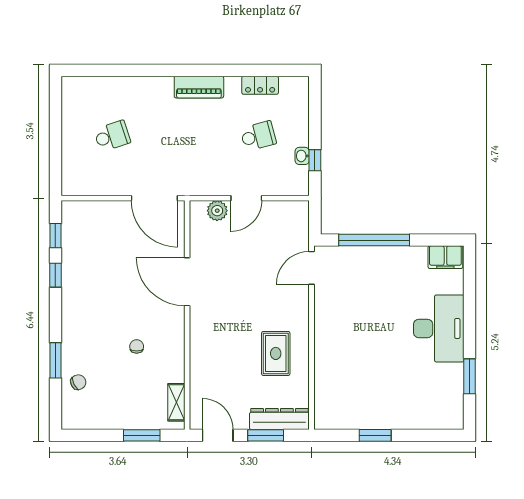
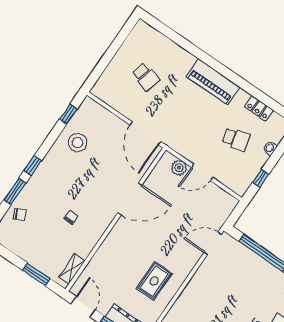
piano: (199, 87) -> (213, 82), width x1.37, depth x1.33
school desk: (112, 136) -> (146, 77), turned 33
washbasin: (302, 156) -> (270, 148), moved
stool: (87, 260) -> (78, 143), added
window: (55, 275) -> (33, 166), moved
door: (187, 282) -> (130, 199), swing flipped

